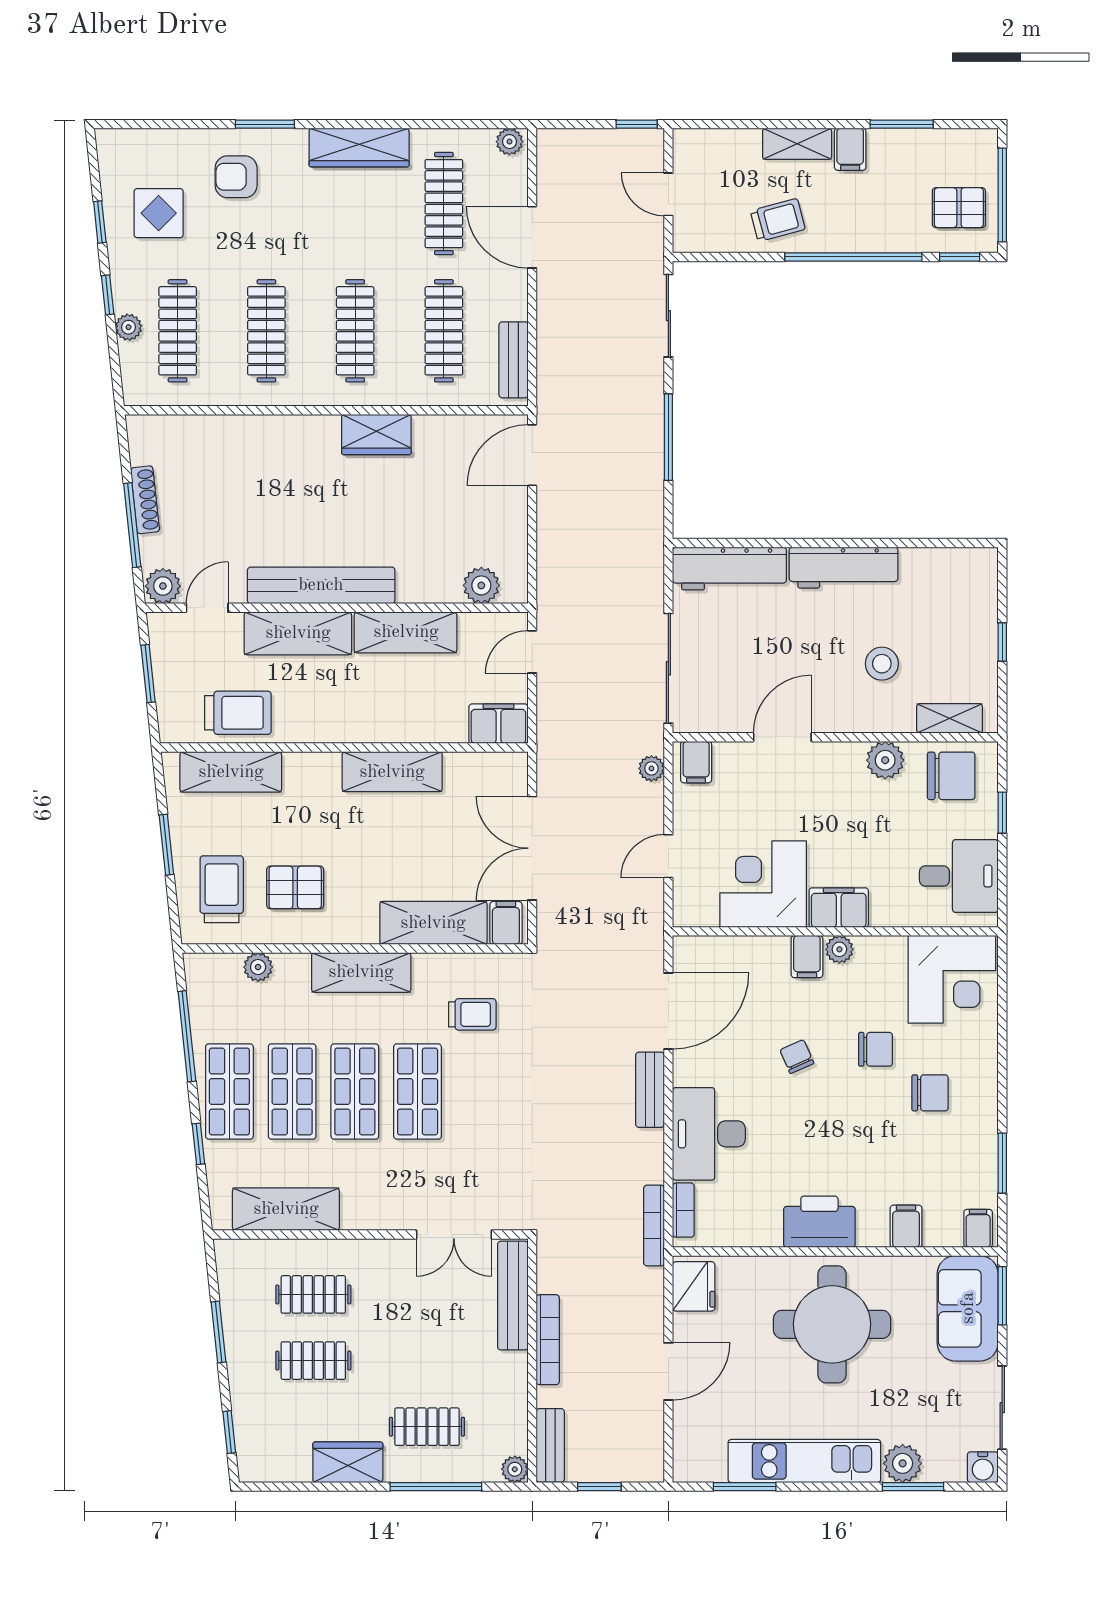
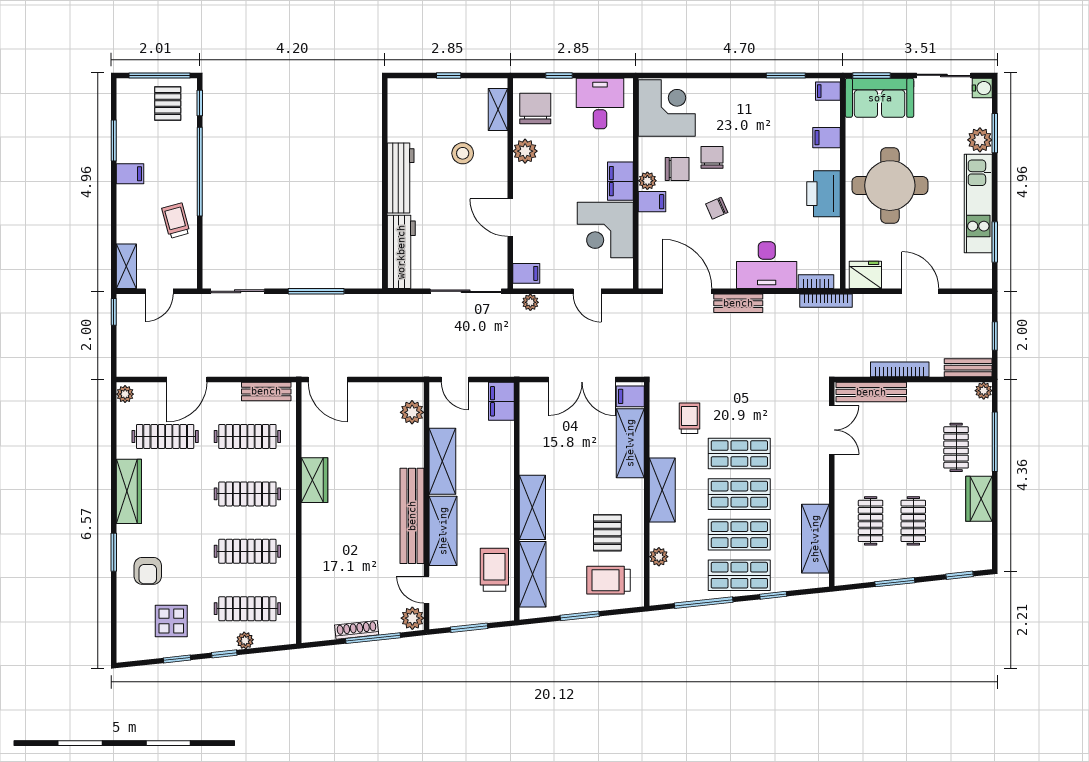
shelving: (797, 144) -> (126, 266), moved
shelving: (392, 772) -> (532, 507), moved
chair: (930, 1093) -> (677, 169), moved, turned 90

